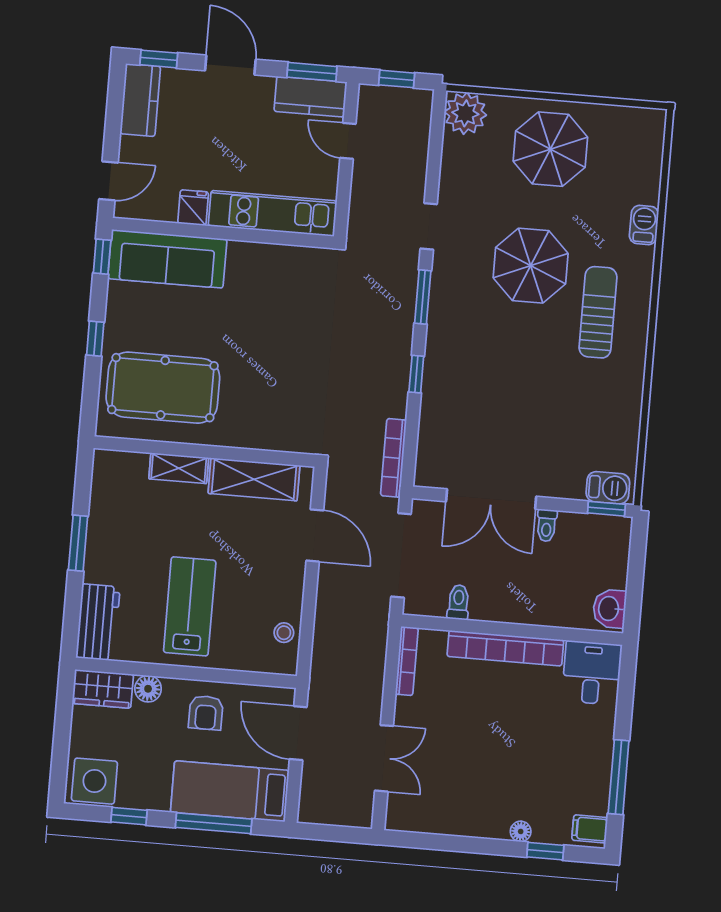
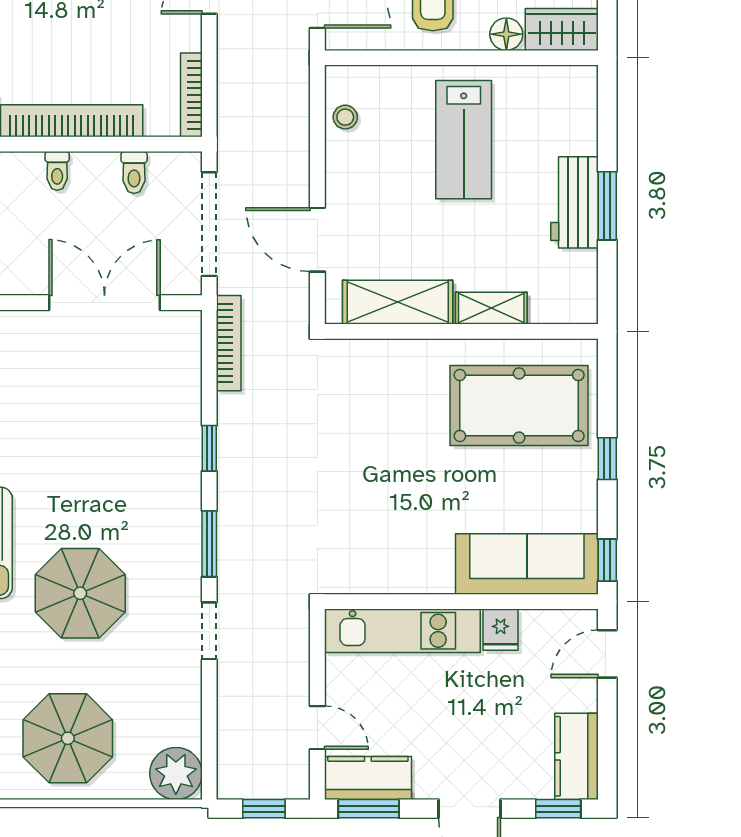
toilet: (547, 525) -> (57, 171), moved, turned 180
workbench: (98, 622) -> (575, 202), moved

